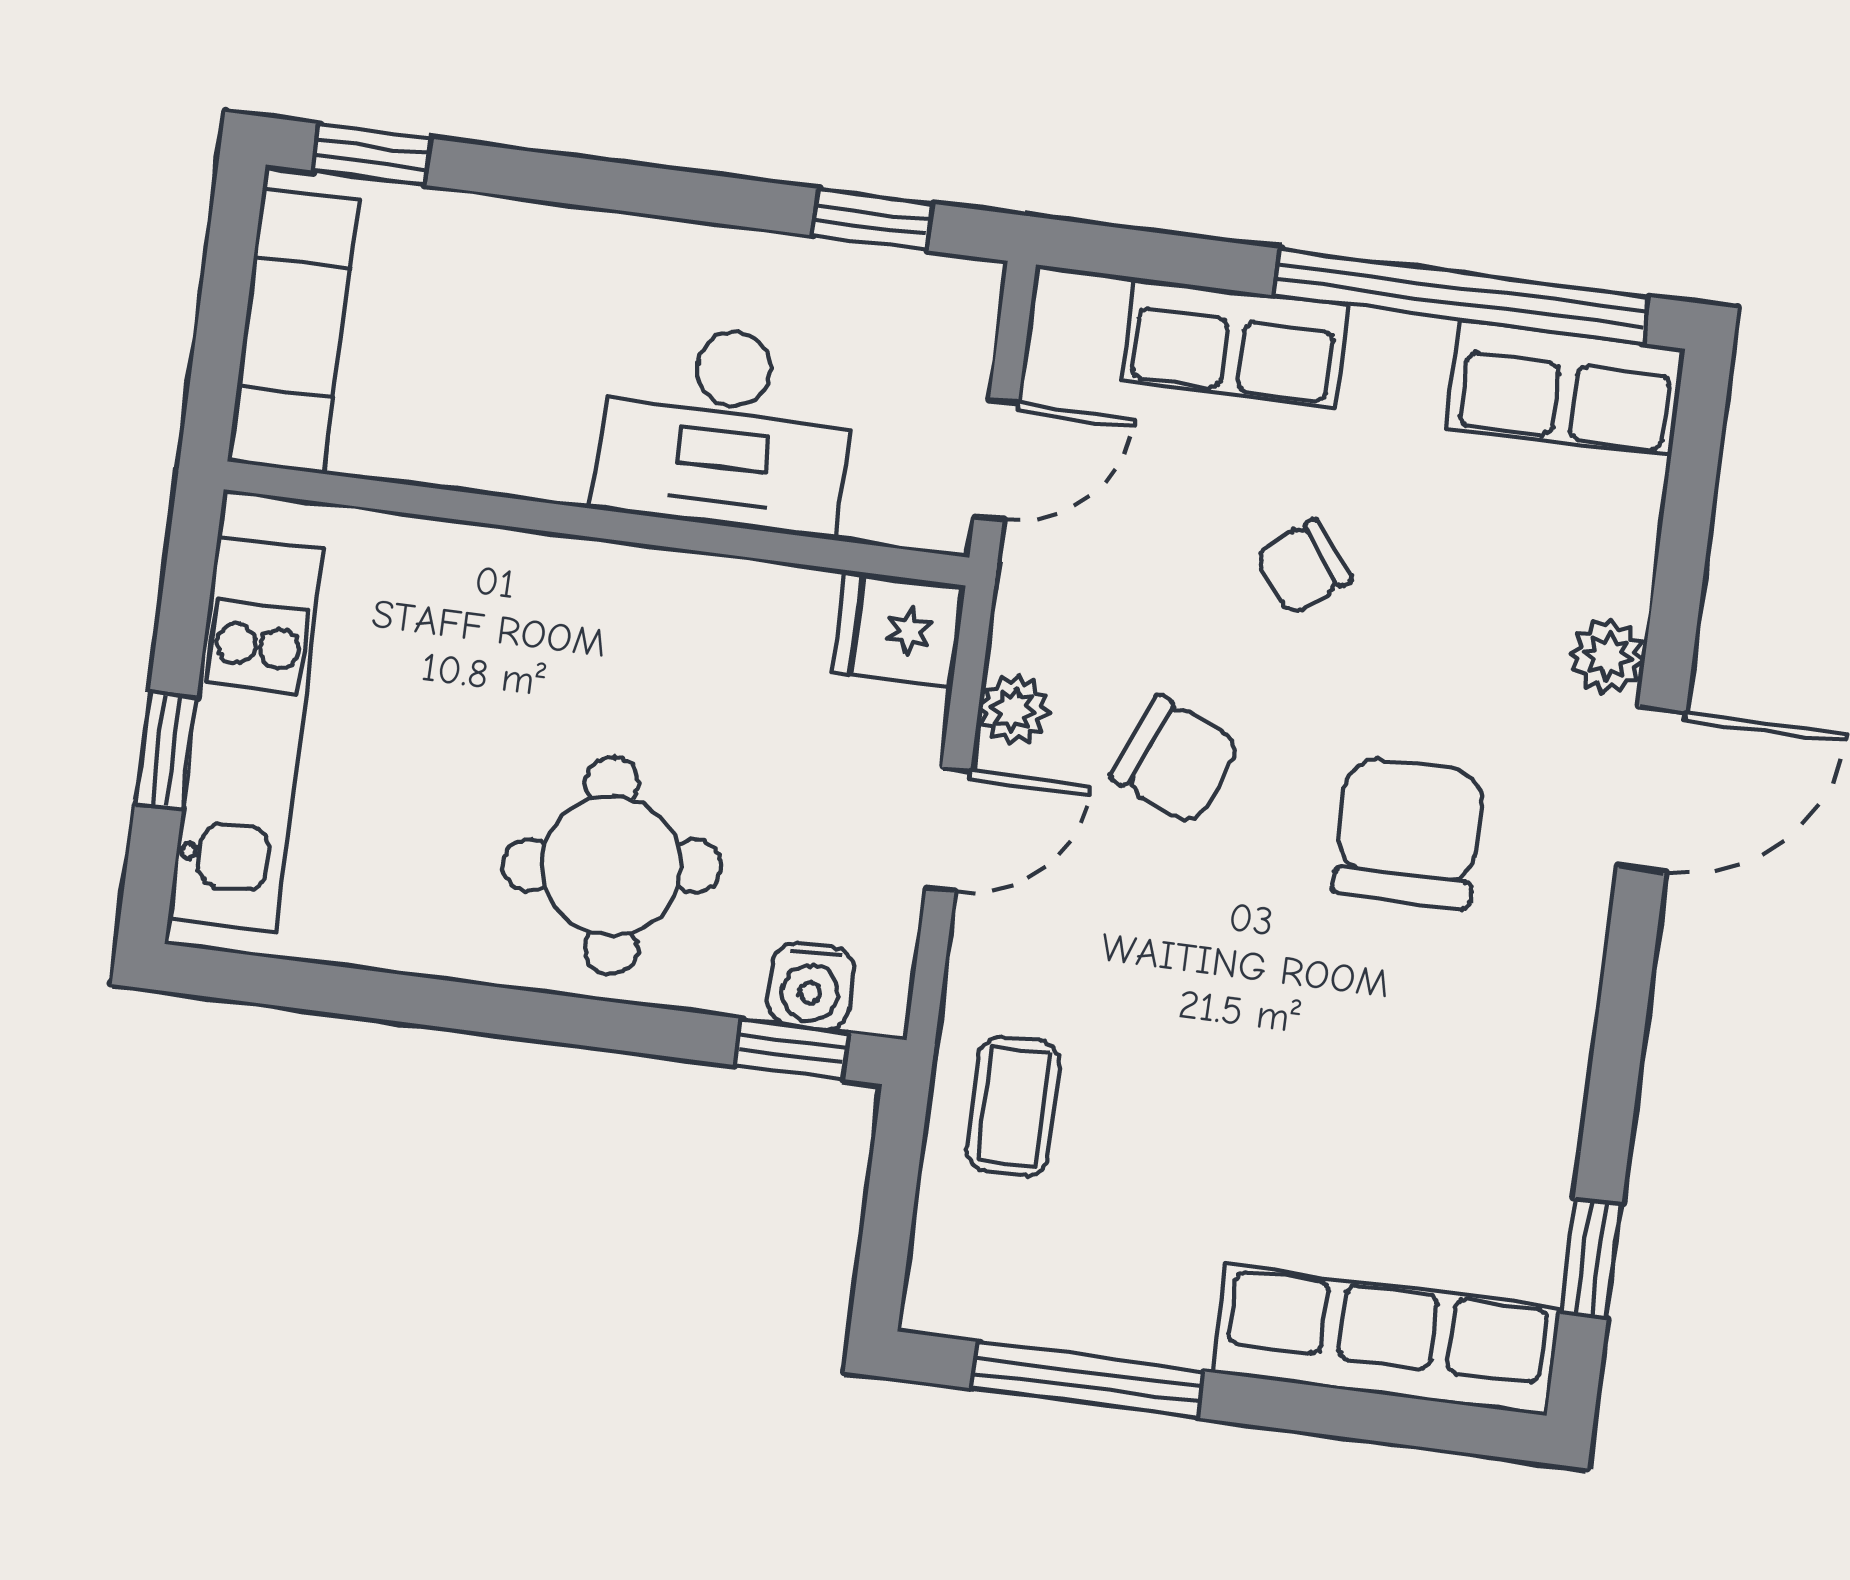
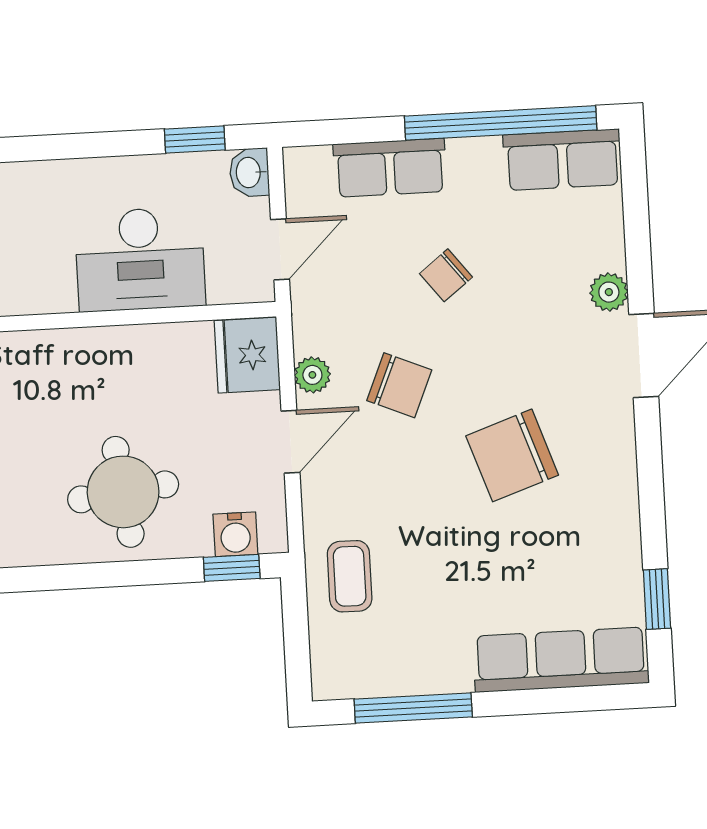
washbasin: (965, 302) -> (249, 172), added
fridge: (899, 630) -> (247, 355), width x1.38
chair: (1409, 833) -> (512, 455), moved, turned -109

